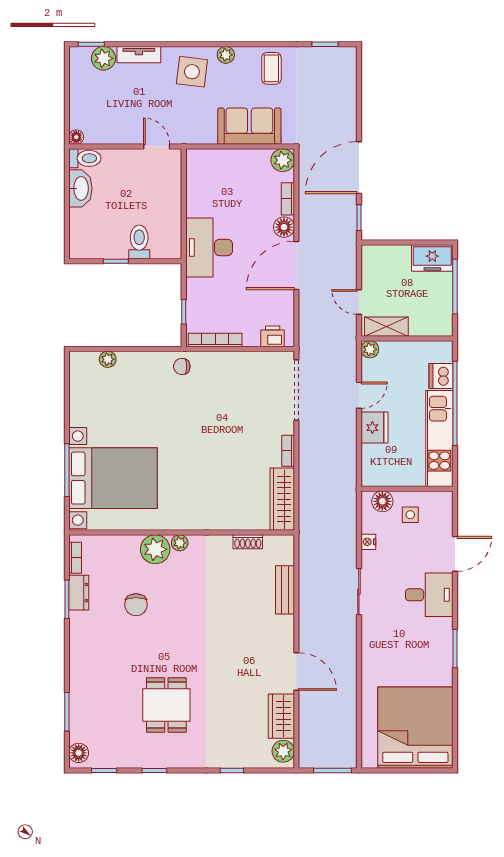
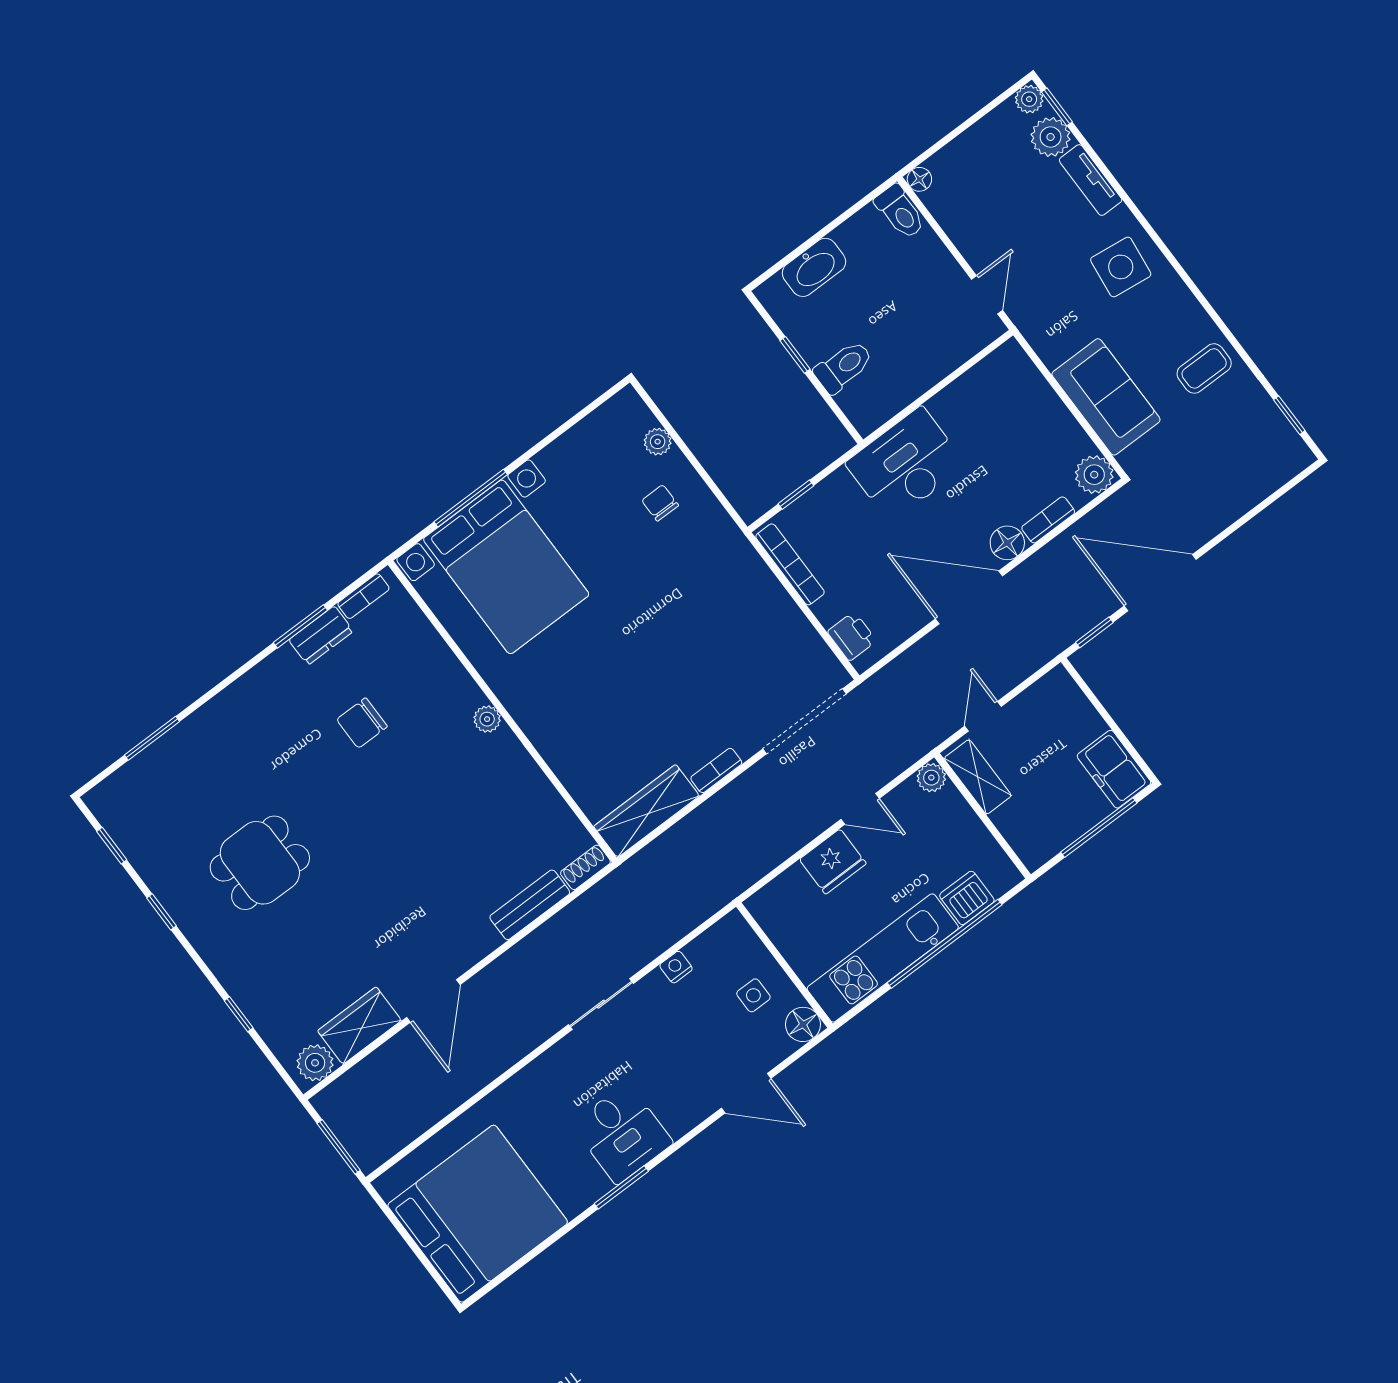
plant: (226, 55) -> (1029, 99), moved
washbasin: (80, 188) -> (814, 267), moved
chair: (182, 366) -> (660, 503), moved
floor lamp: (382, 501) -> (803, 1024), moved
shoe rack: (248, 542) -> (585, 867), moved, turned 90
plant: (155, 549) -> (454, 693), removed
desk: (429, 595) -> (622, 1133), moved
floor lamp: (79, 753) -> (110, 795), removed

